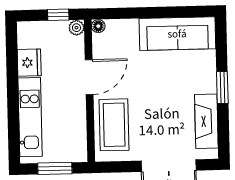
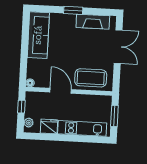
plant: (76, 28) -> (29, 123), moved

